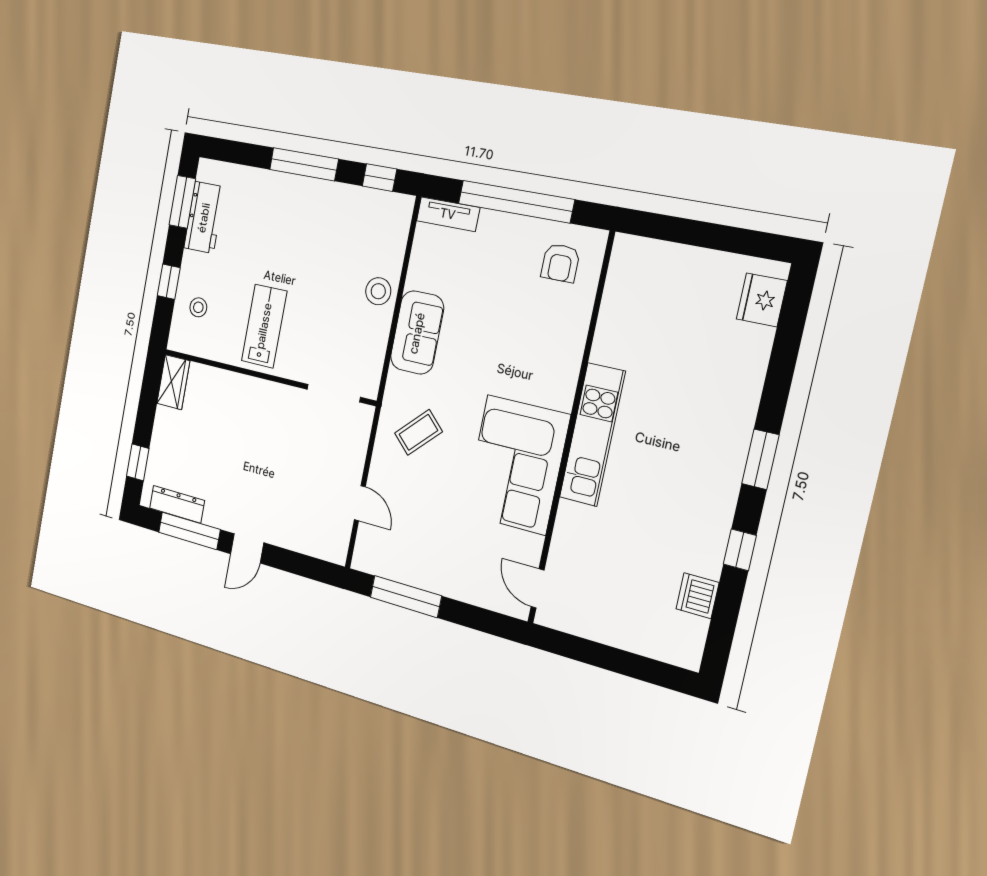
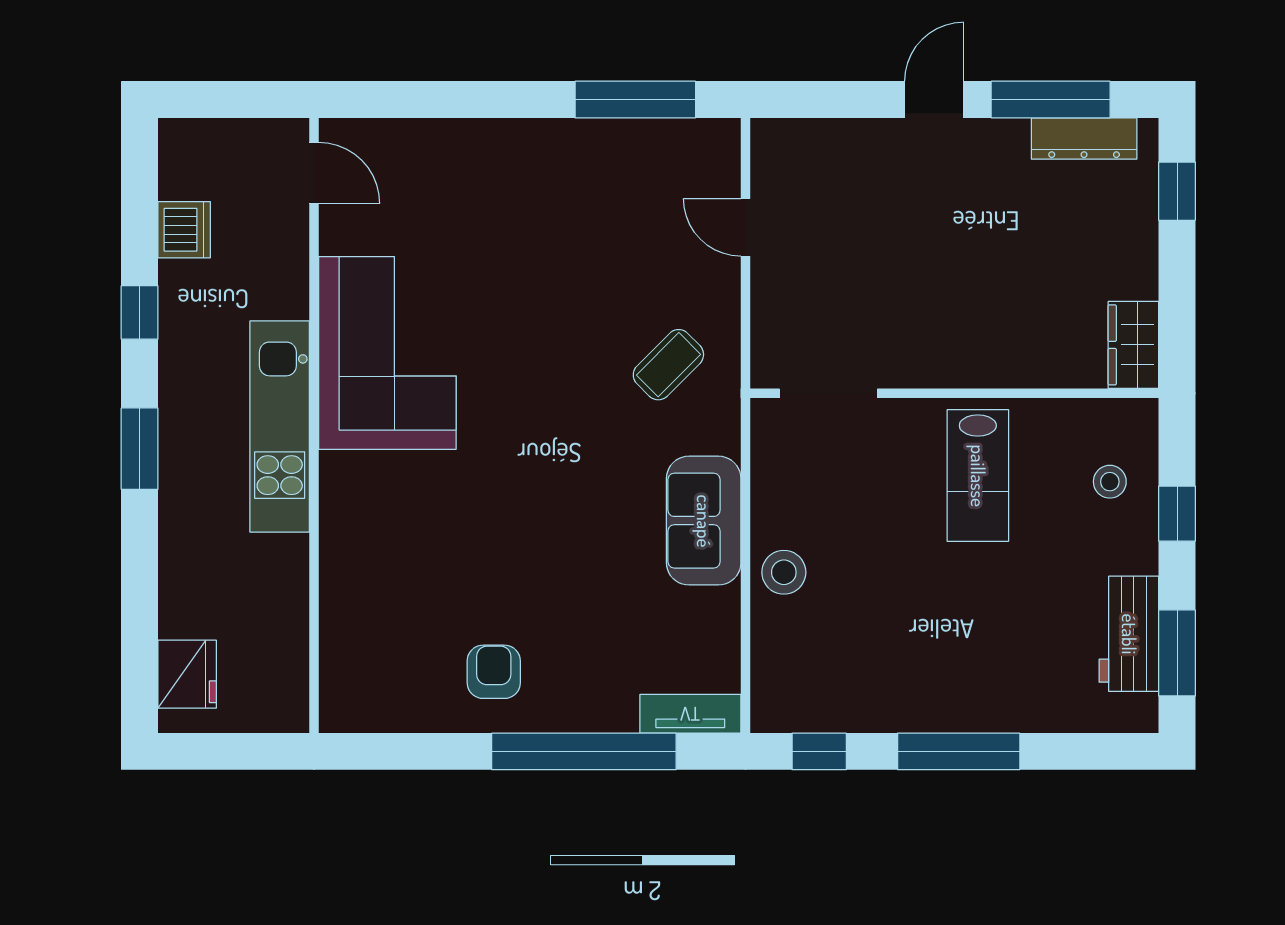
wall: (571, 430) -> (314, 425), moved
kitchen unit: (592, 435) -> (280, 427), moved
corner sofa: (516, 465) -> (387, 353), moved
door: (538, 588) -> (314, 173), moved

